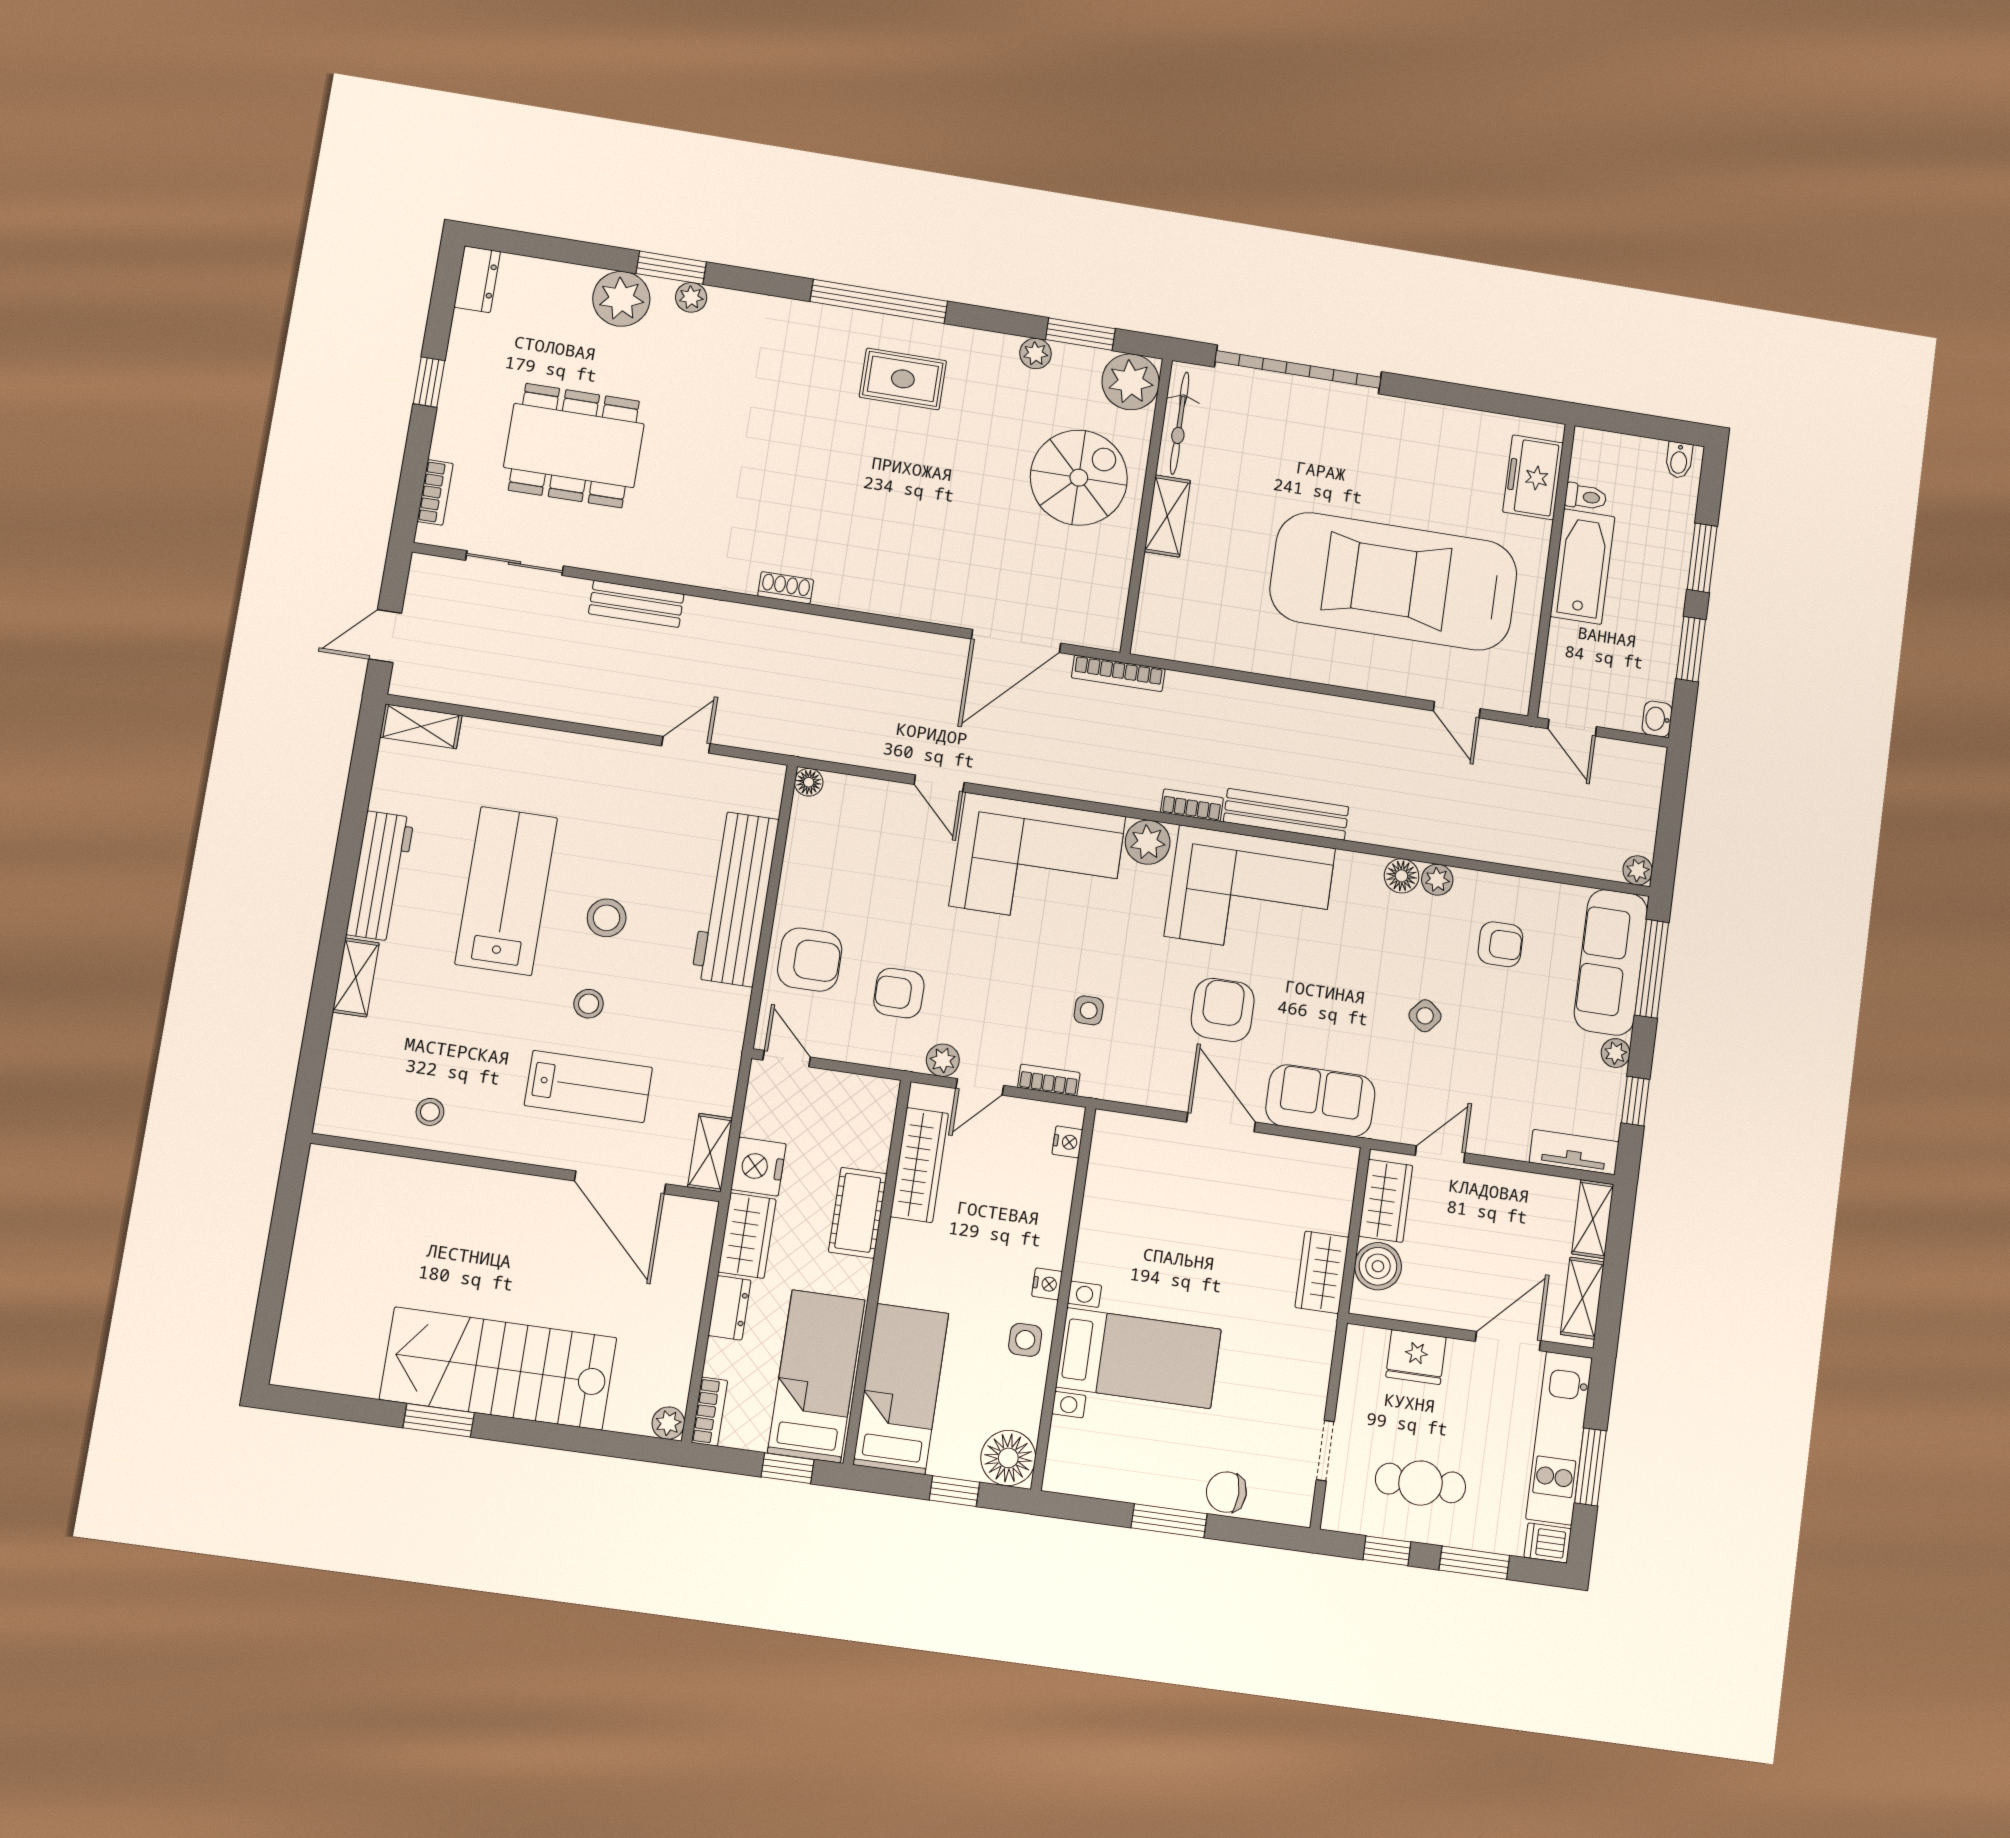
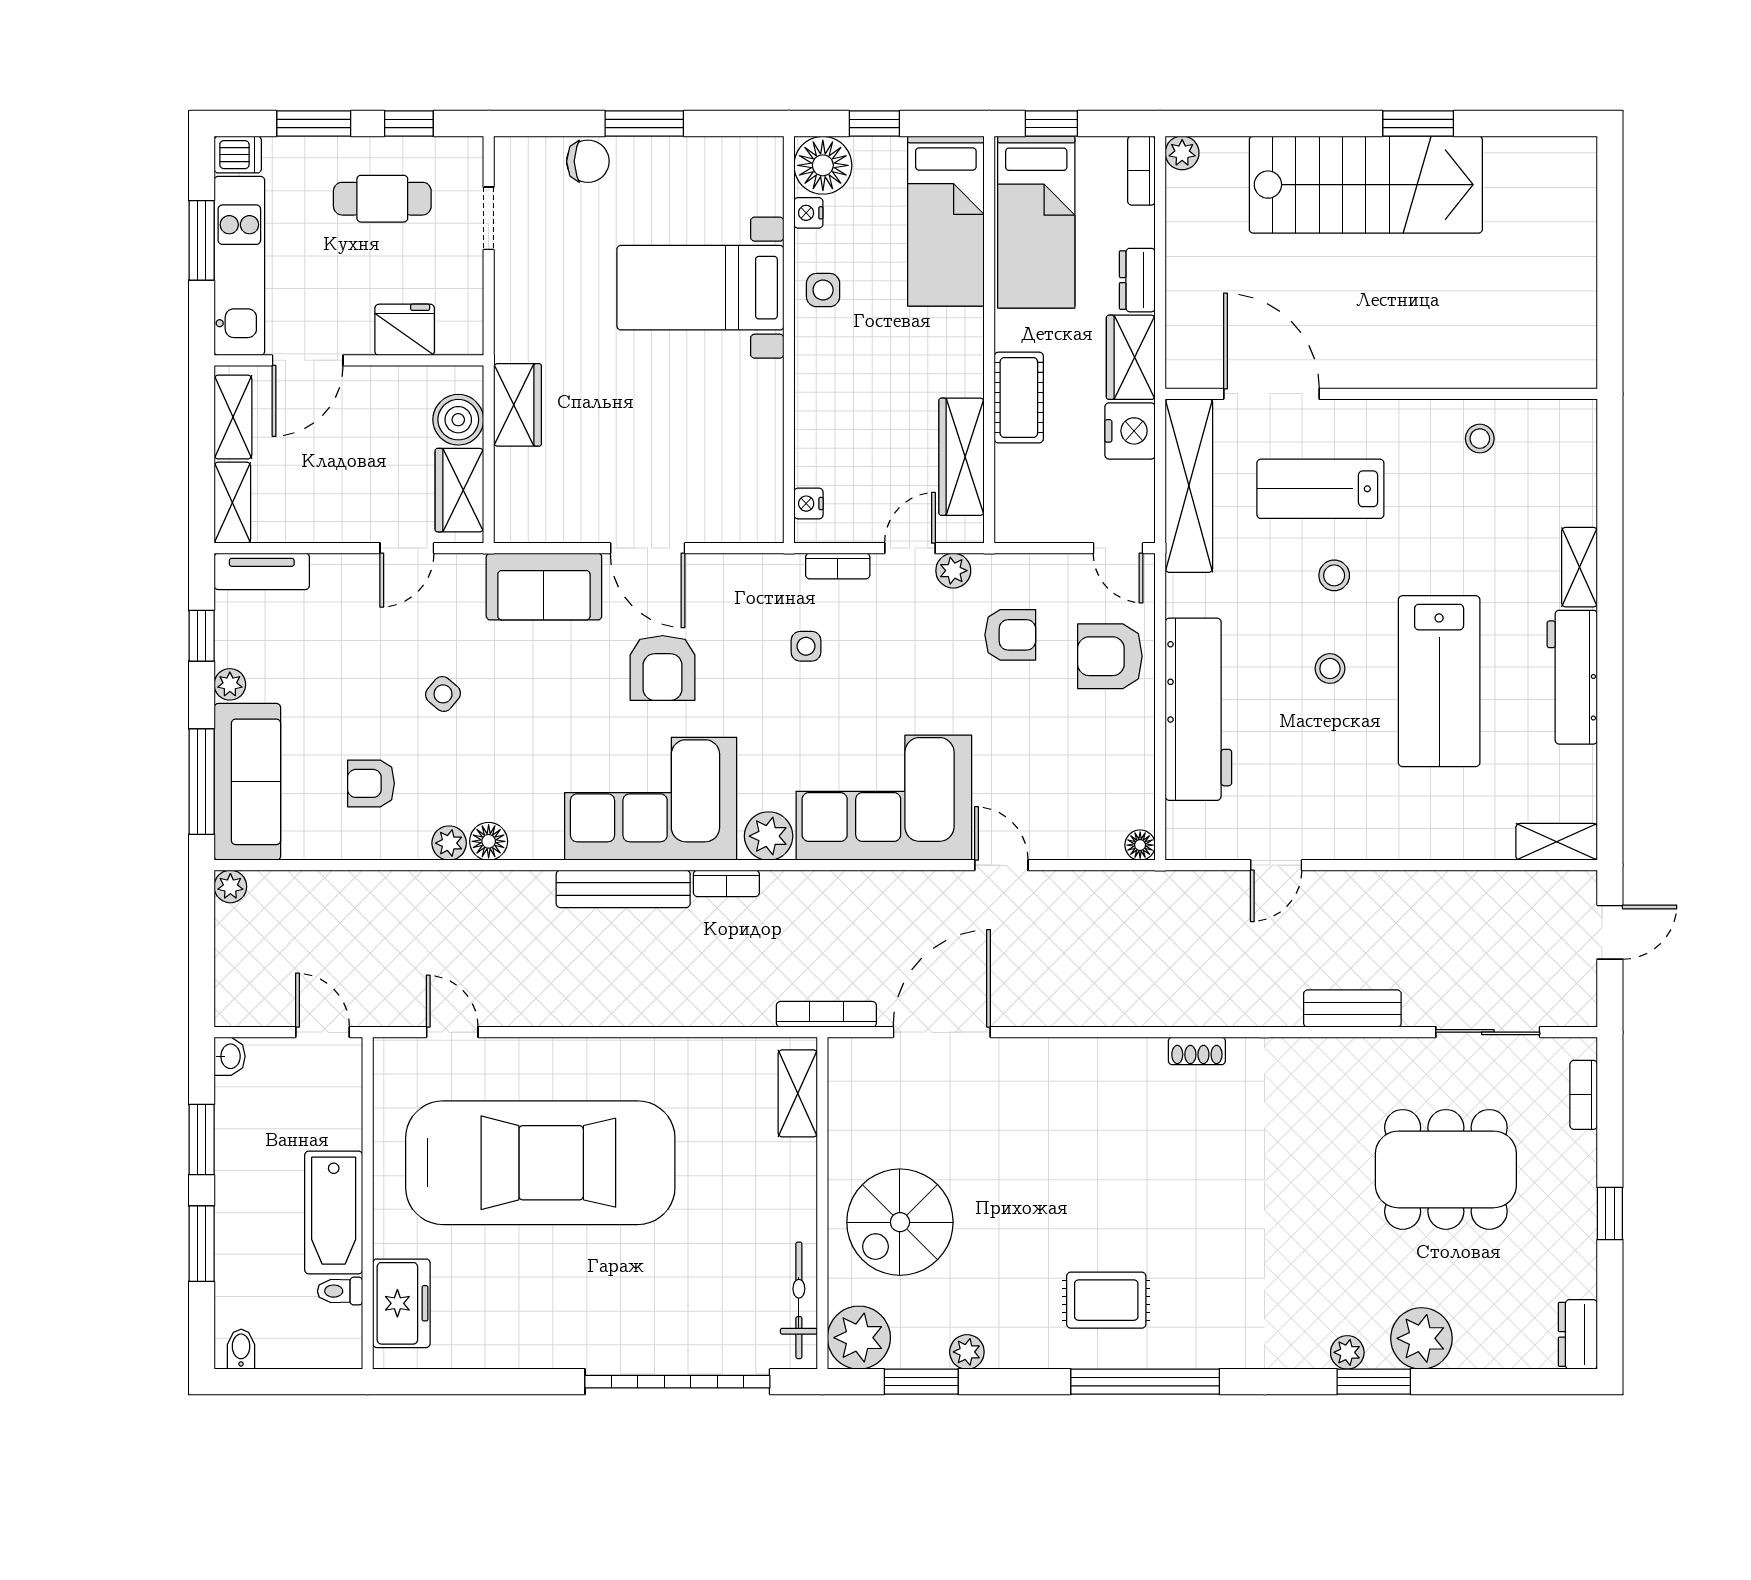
shelving: (1167, 516) -> (798, 1093), moved
stool: (607, 918) -> (1330, 669), width x0.73, depth x0.73
shelving: (710, 1152) -> (1189, 486), width x2.20, depth x1.33
nightstand: (1047, 1284) -> (808, 213), moved

